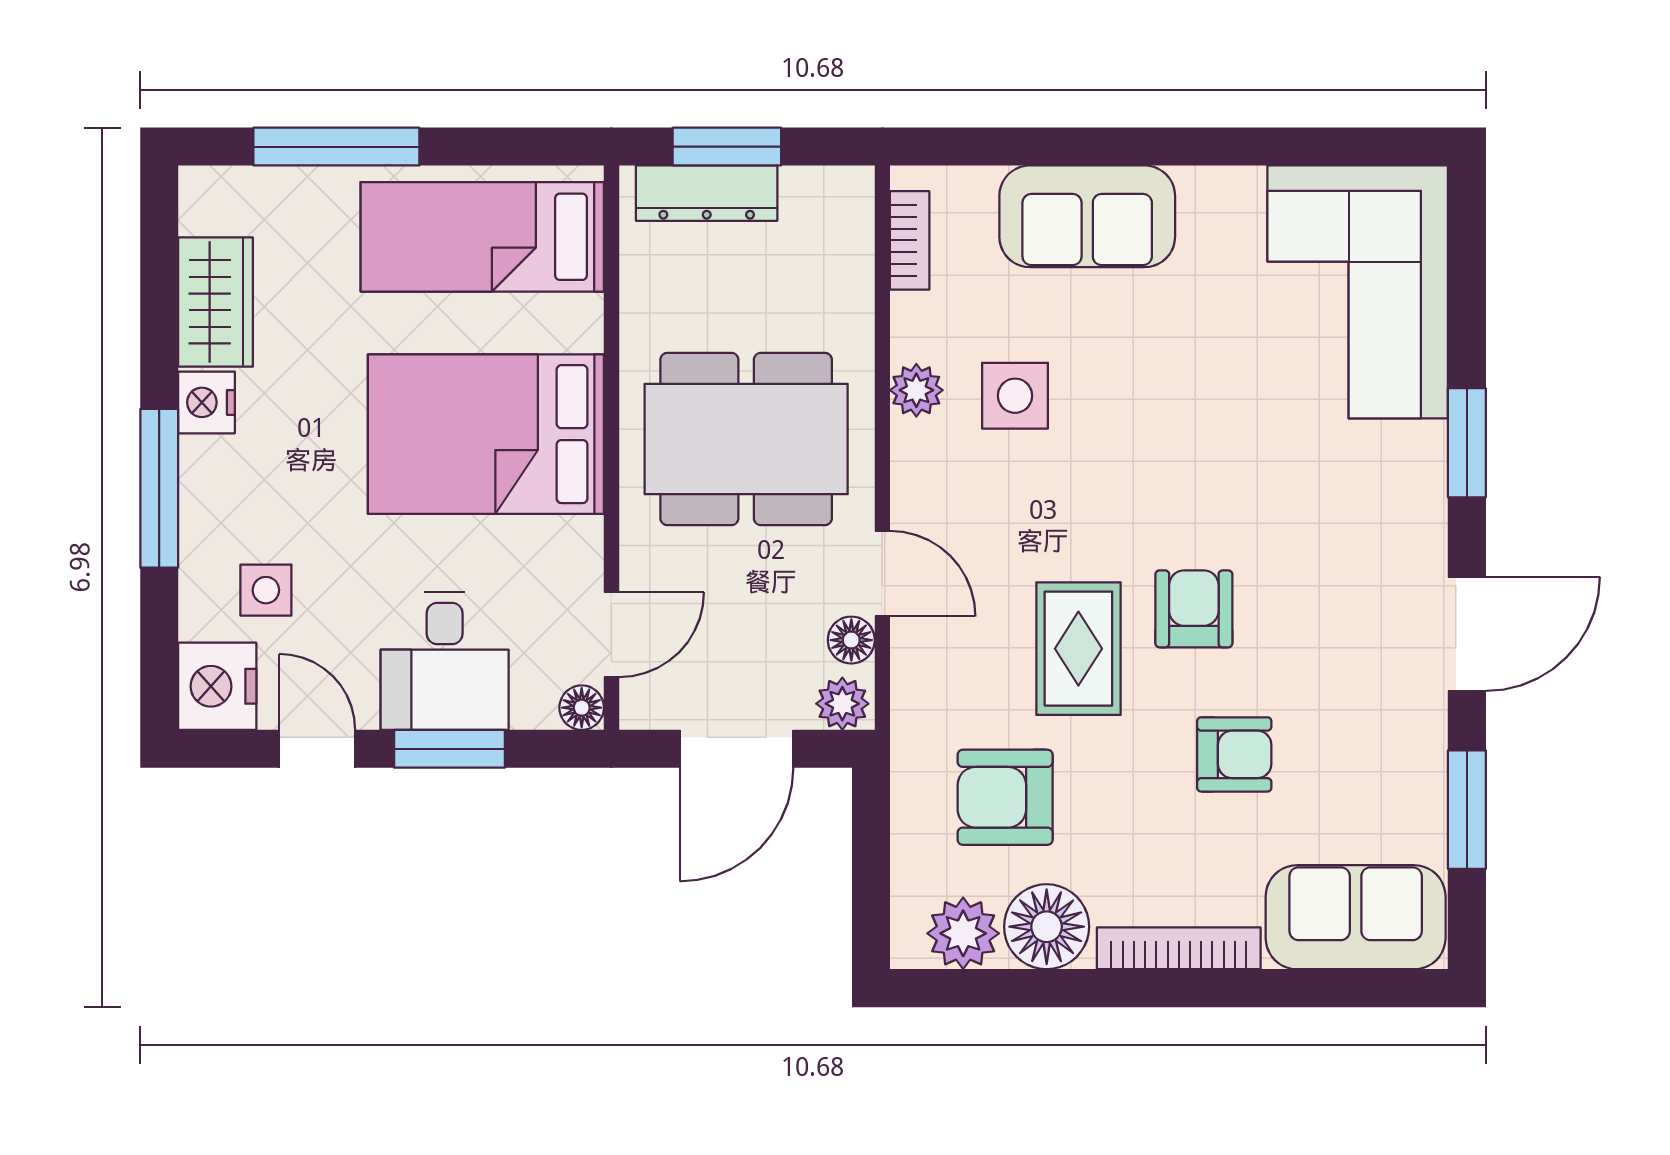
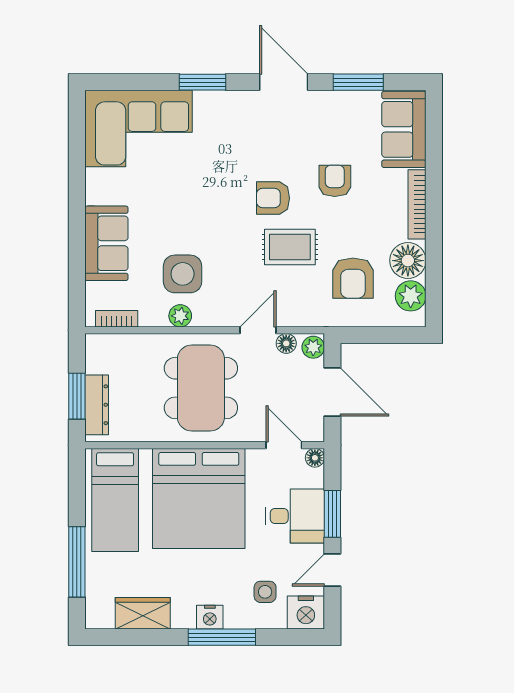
side table: (1015, 396) -> (183, 274), width x1.37, depth x1.37
nightstand: (206, 402) -> (210, 617), moved
bed: (486, 434) -> (199, 498), width x1.36

